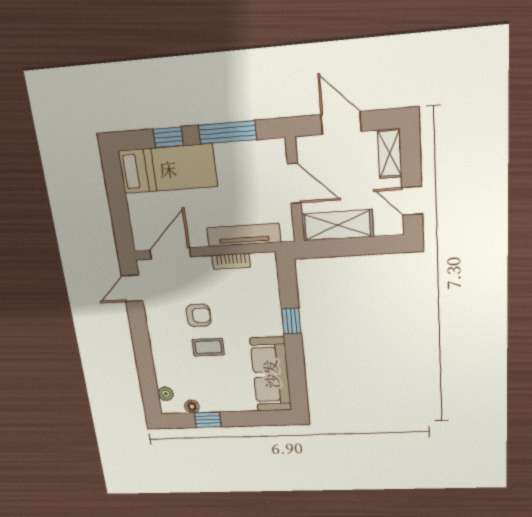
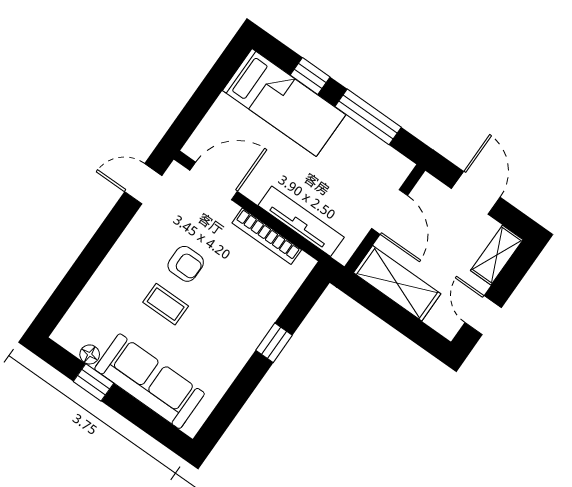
bookcase: (231, 261) -> (267, 236), width x1.56
sofa: (271, 374) -> (150, 381), moved, turned 90
plant: (166, 394) -> (74, 319), removed

